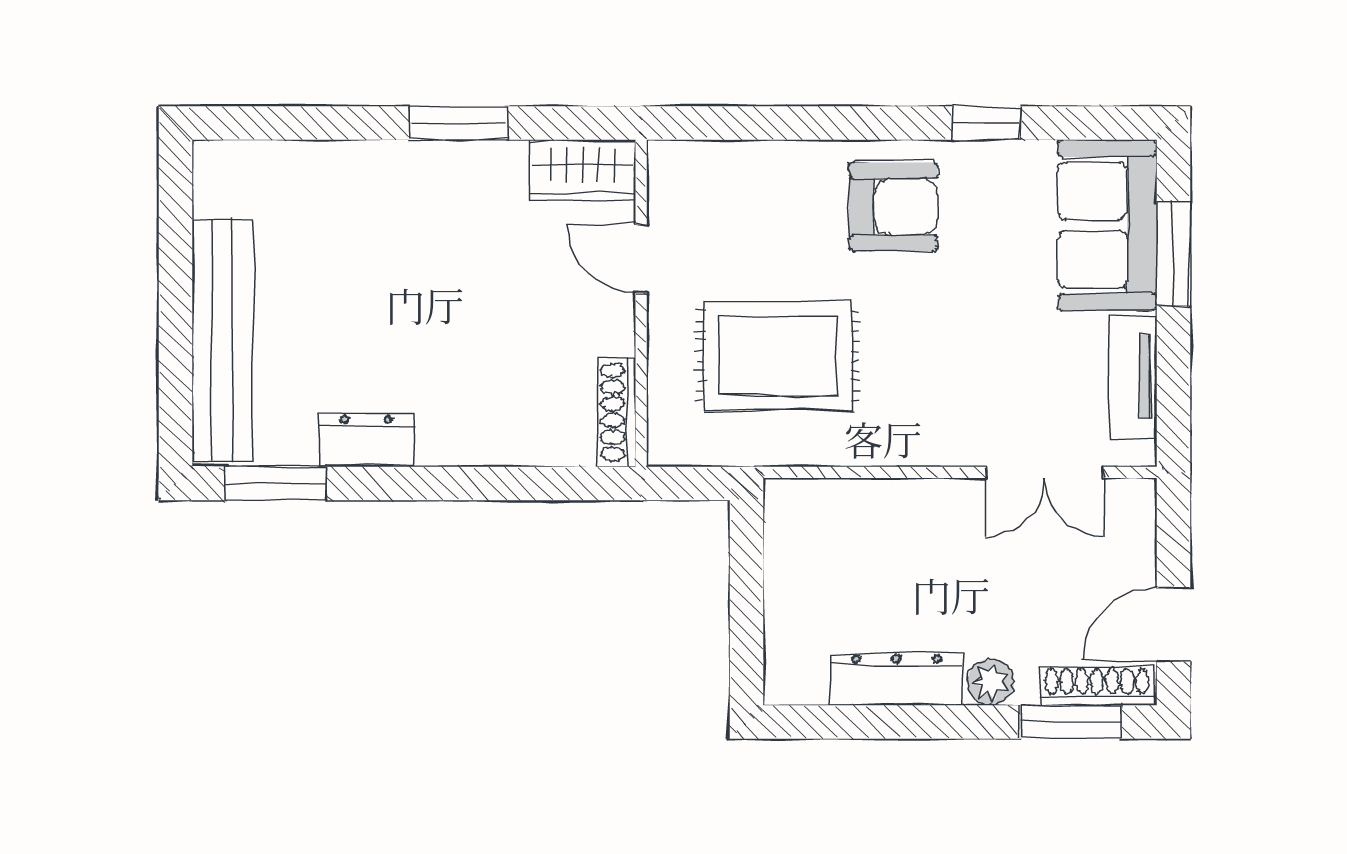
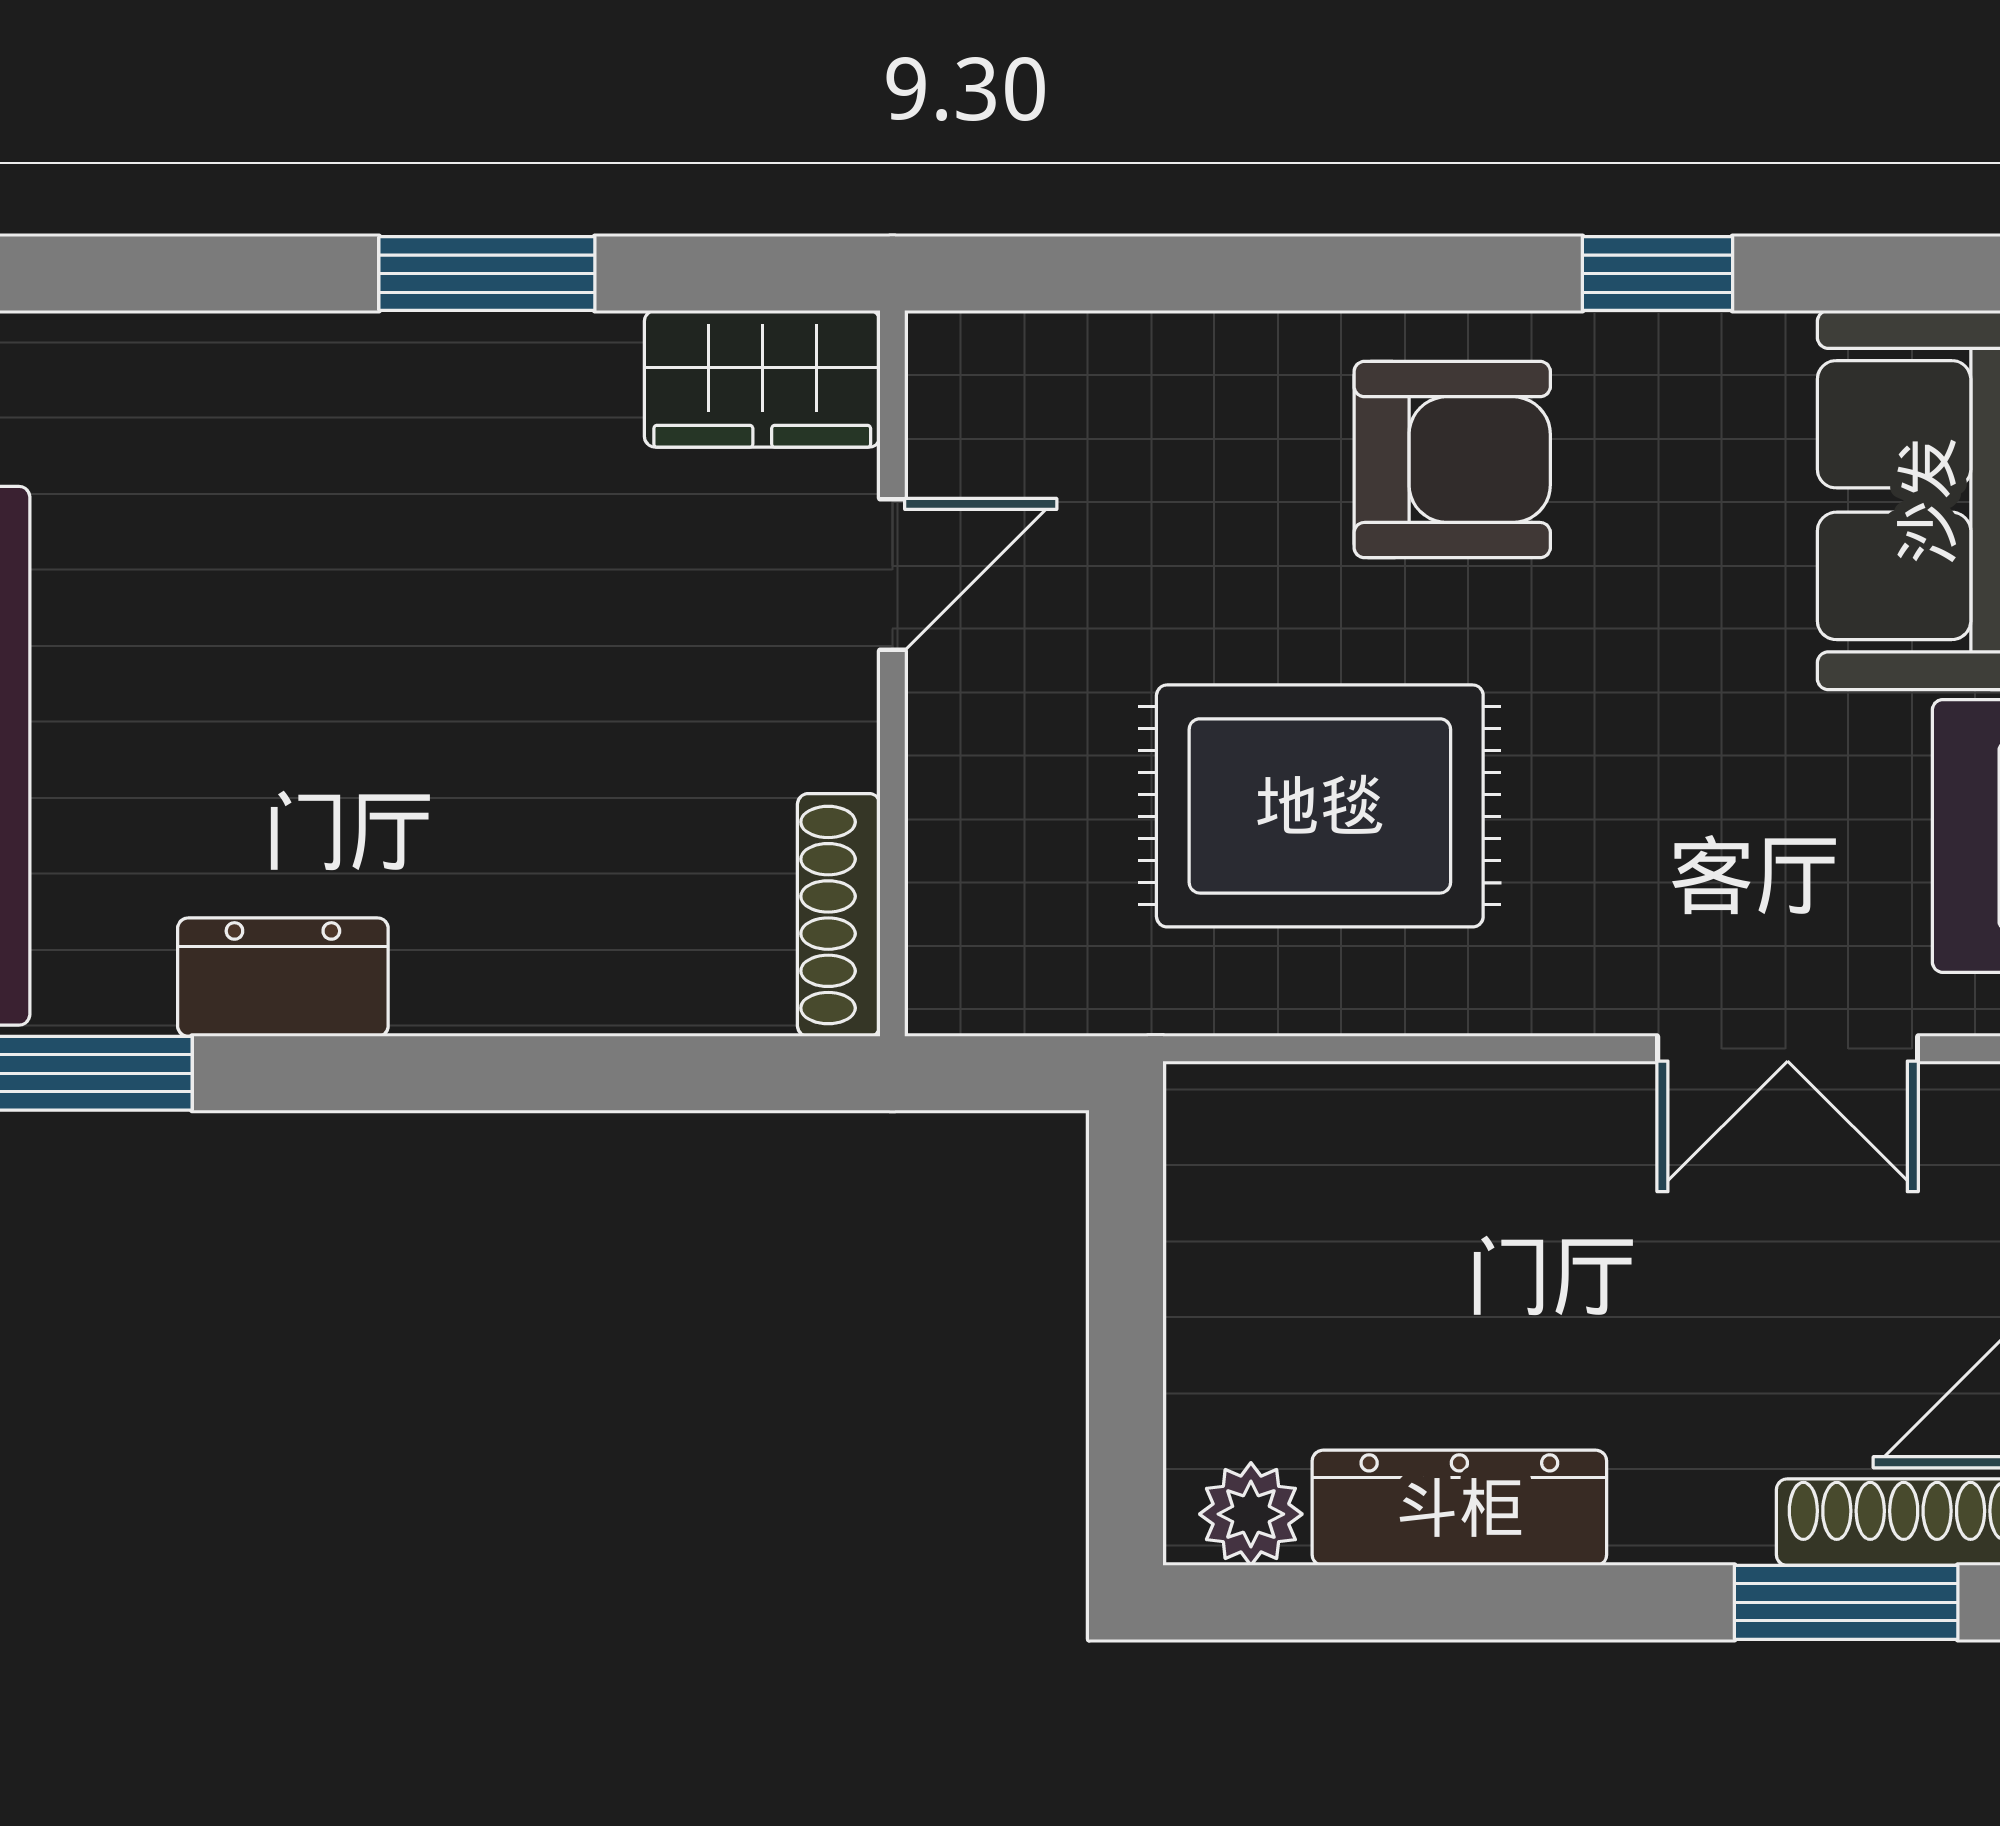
door: (641, 259) -> (892, 574), swing flipped
rug: (778, 356) -> (1320, 806), moved
plant: (991, 682) -> (1251, 1514), moved

